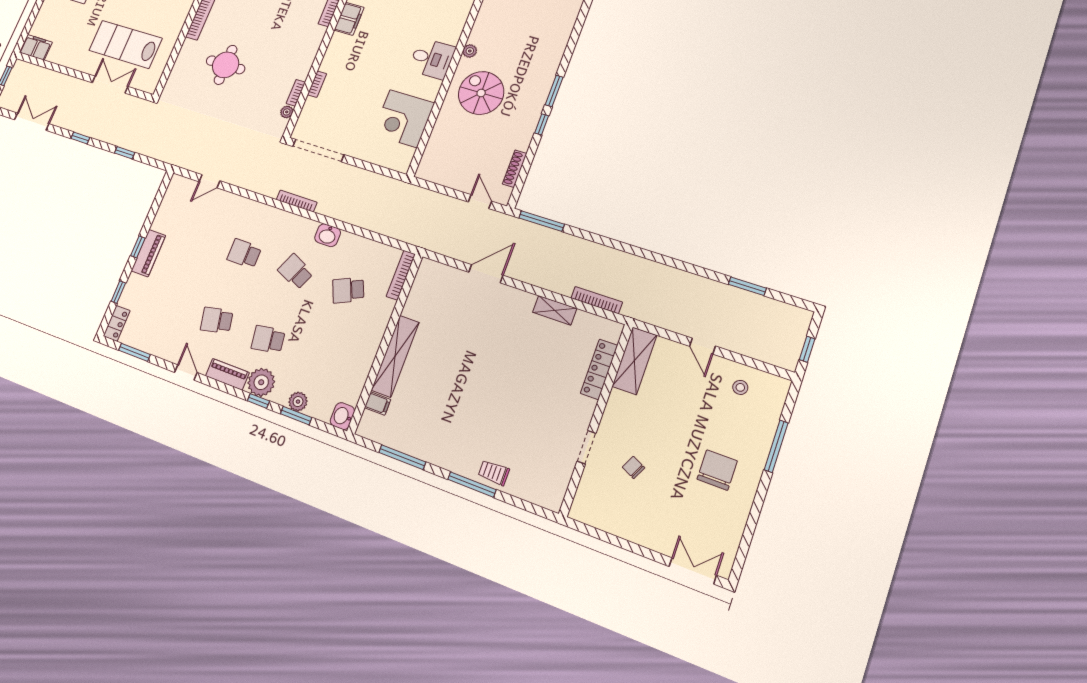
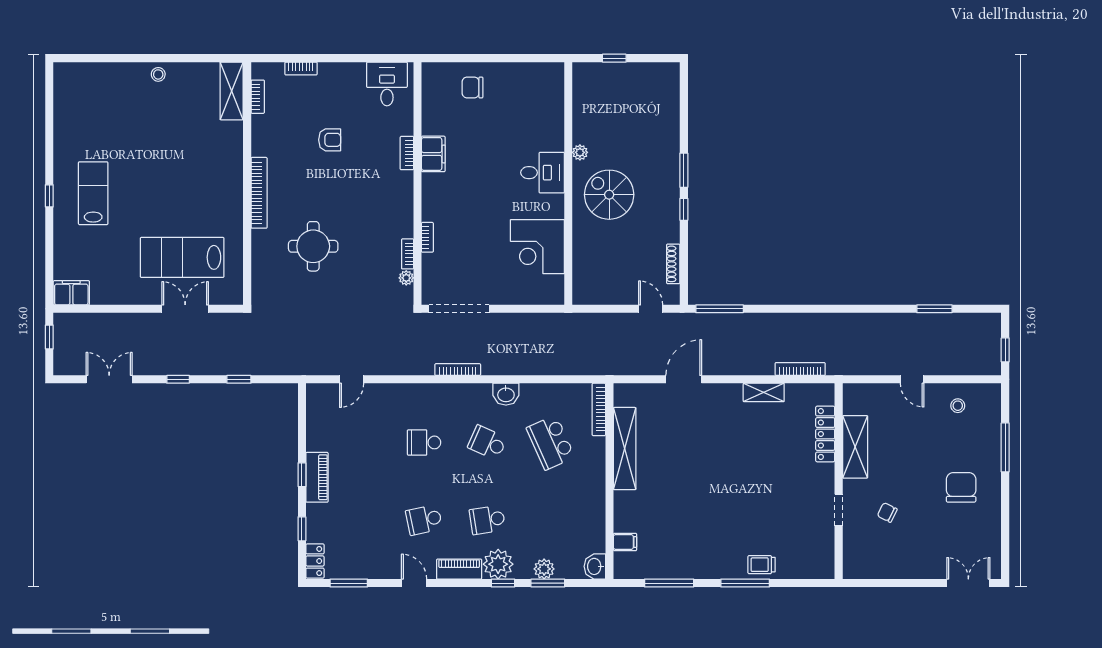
school desk: (348, 290) -> (551, 442), width x1.85
shelving: (395, 356) -> (625, 449), moved
shelving: (634, 361) -> (855, 447), moved

